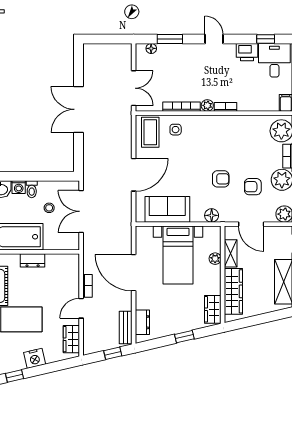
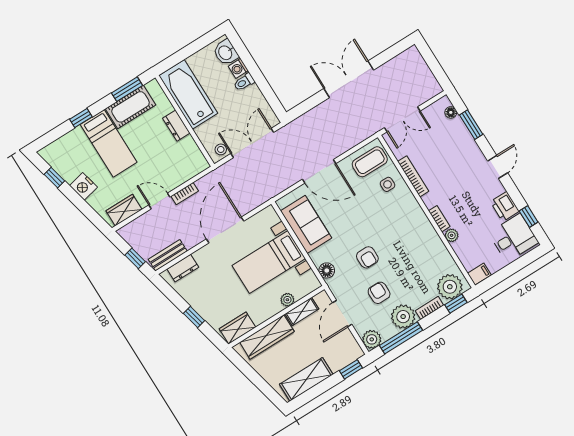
plant: (207, 105) -> (452, 235), moved
stool: (49, 208) -> (221, 149), moved

